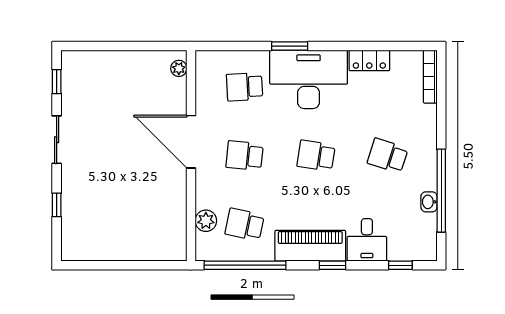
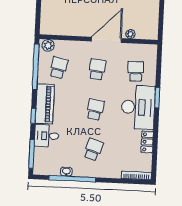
plant: (179, 68) -> (130, 34), moved
plant: (206, 221) -> (48, 45), moved
window: (400, 265) -> (32, 154), width x2.17

